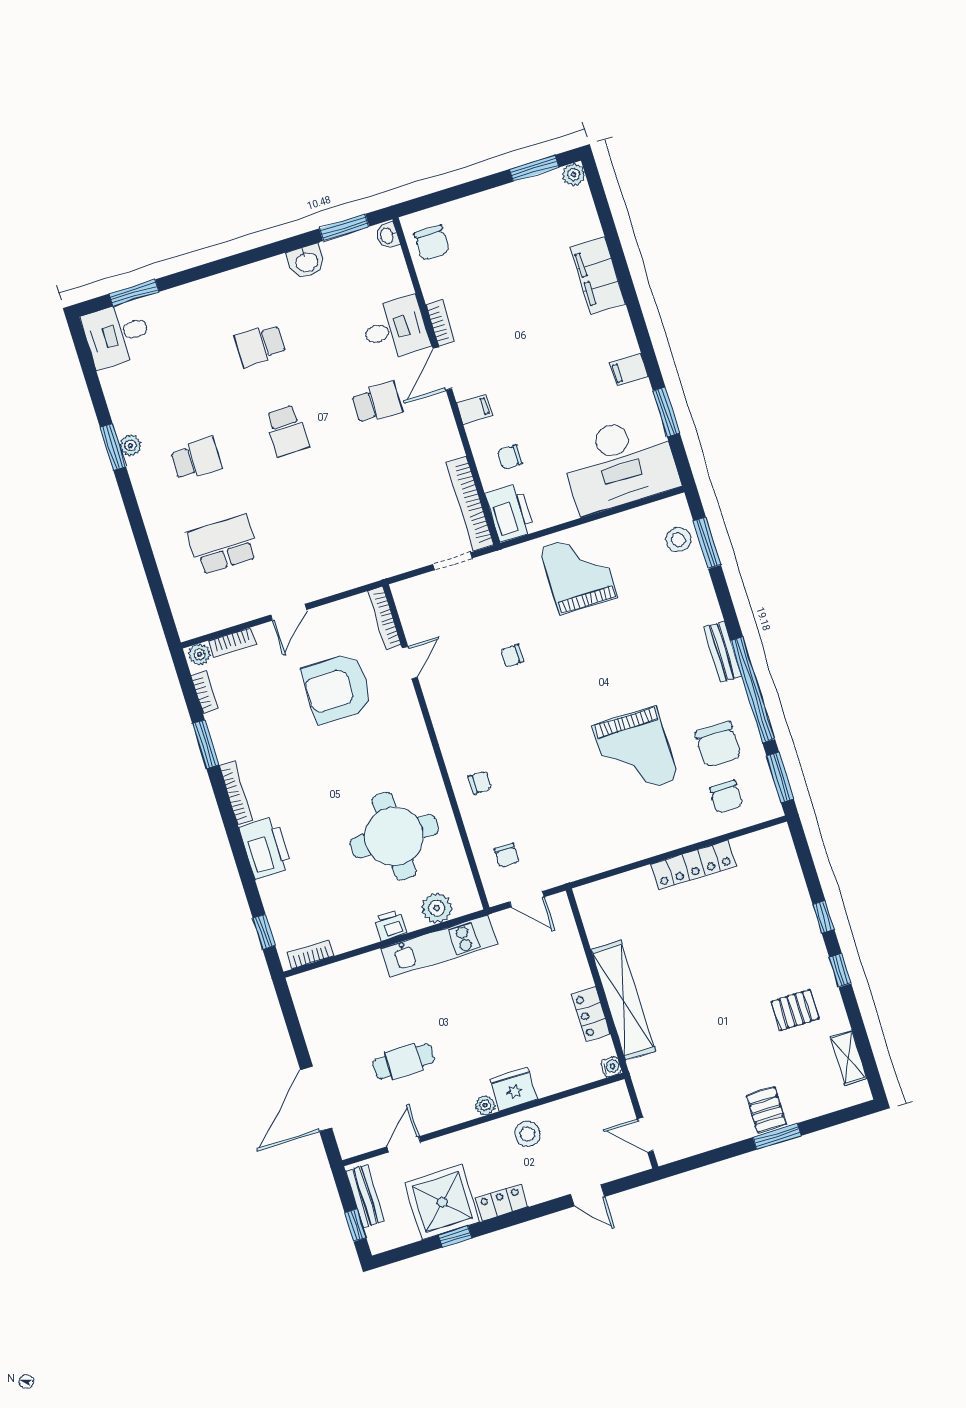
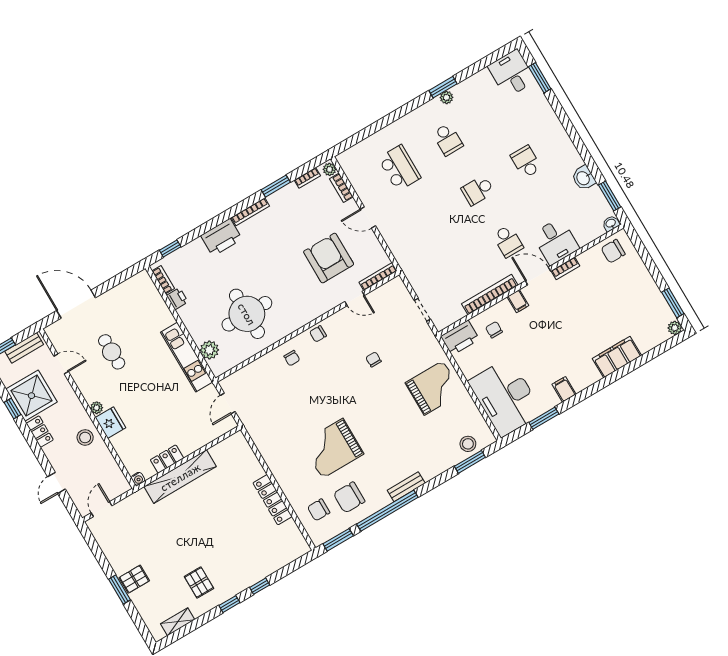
bookcase: (470, 504) -> (490, 295), moved
chair: (507, 855) -> (318, 334), moved
printer: (390, 925) -> (177, 299), moved

